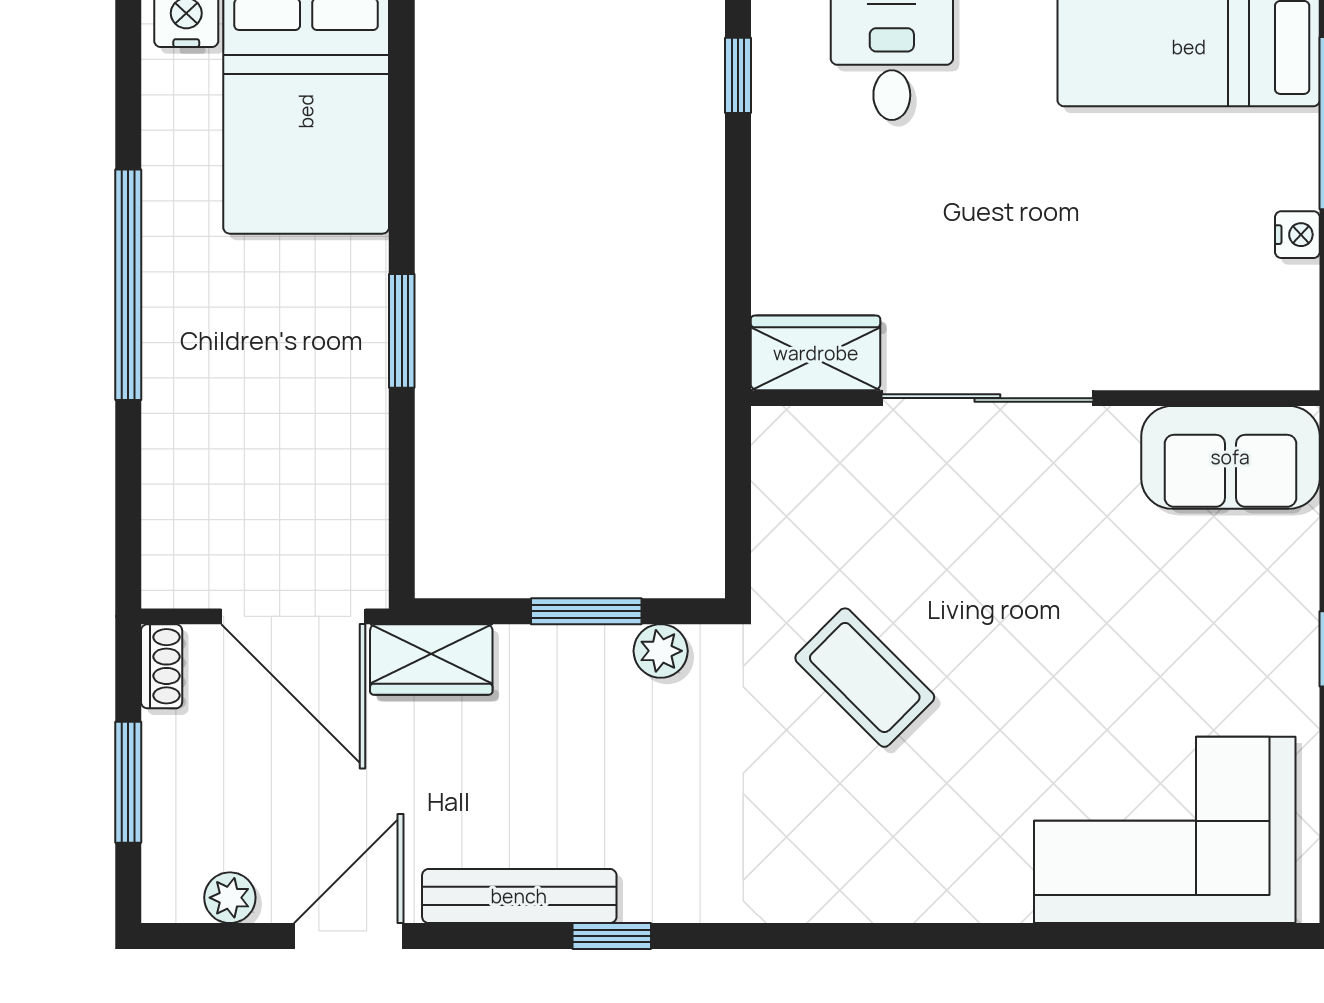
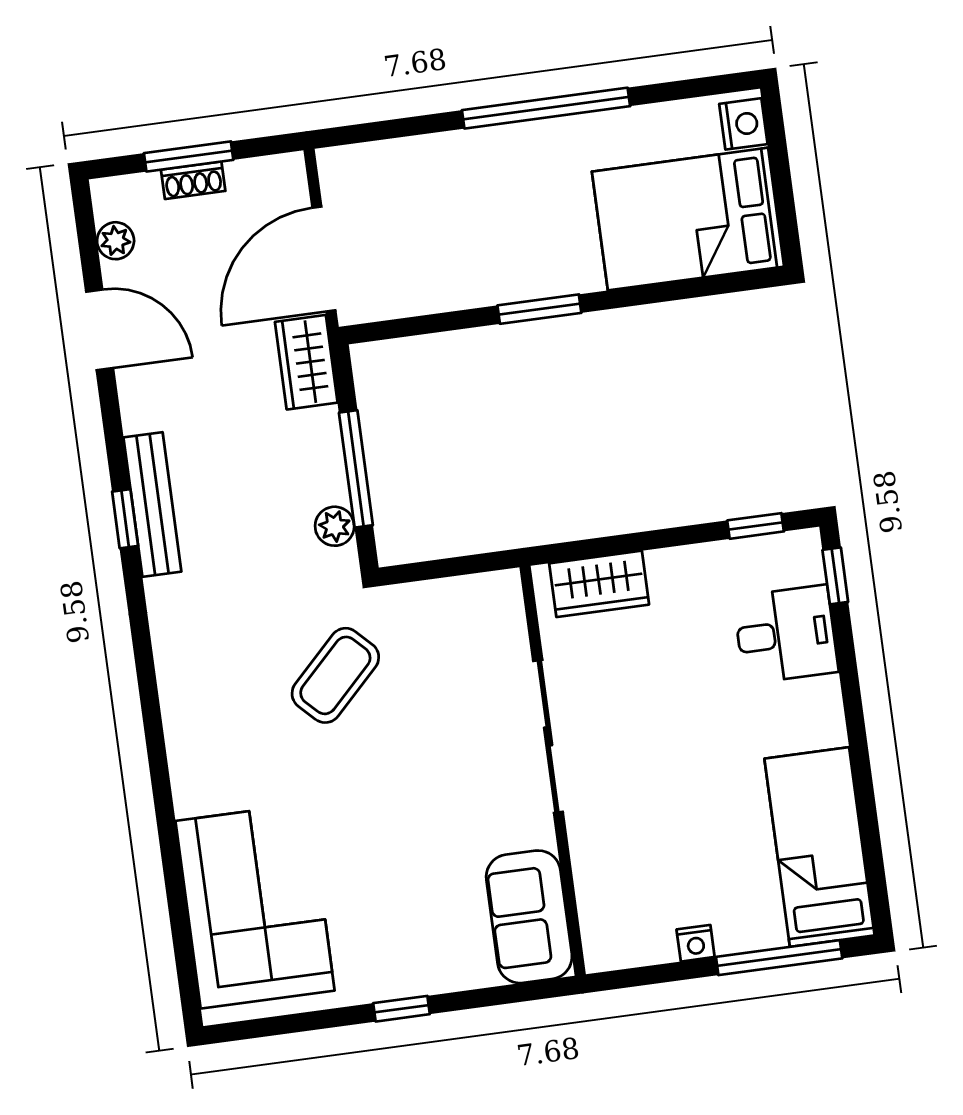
wardrobe: (816, 353) -> (599, 584), moved, turned 90
window: (586, 611) -> (356, 469), width x1.44
shoe rack: (162, 666) -> (193, 180), moved
bench: (519, 896) -> (152, 504), moved

